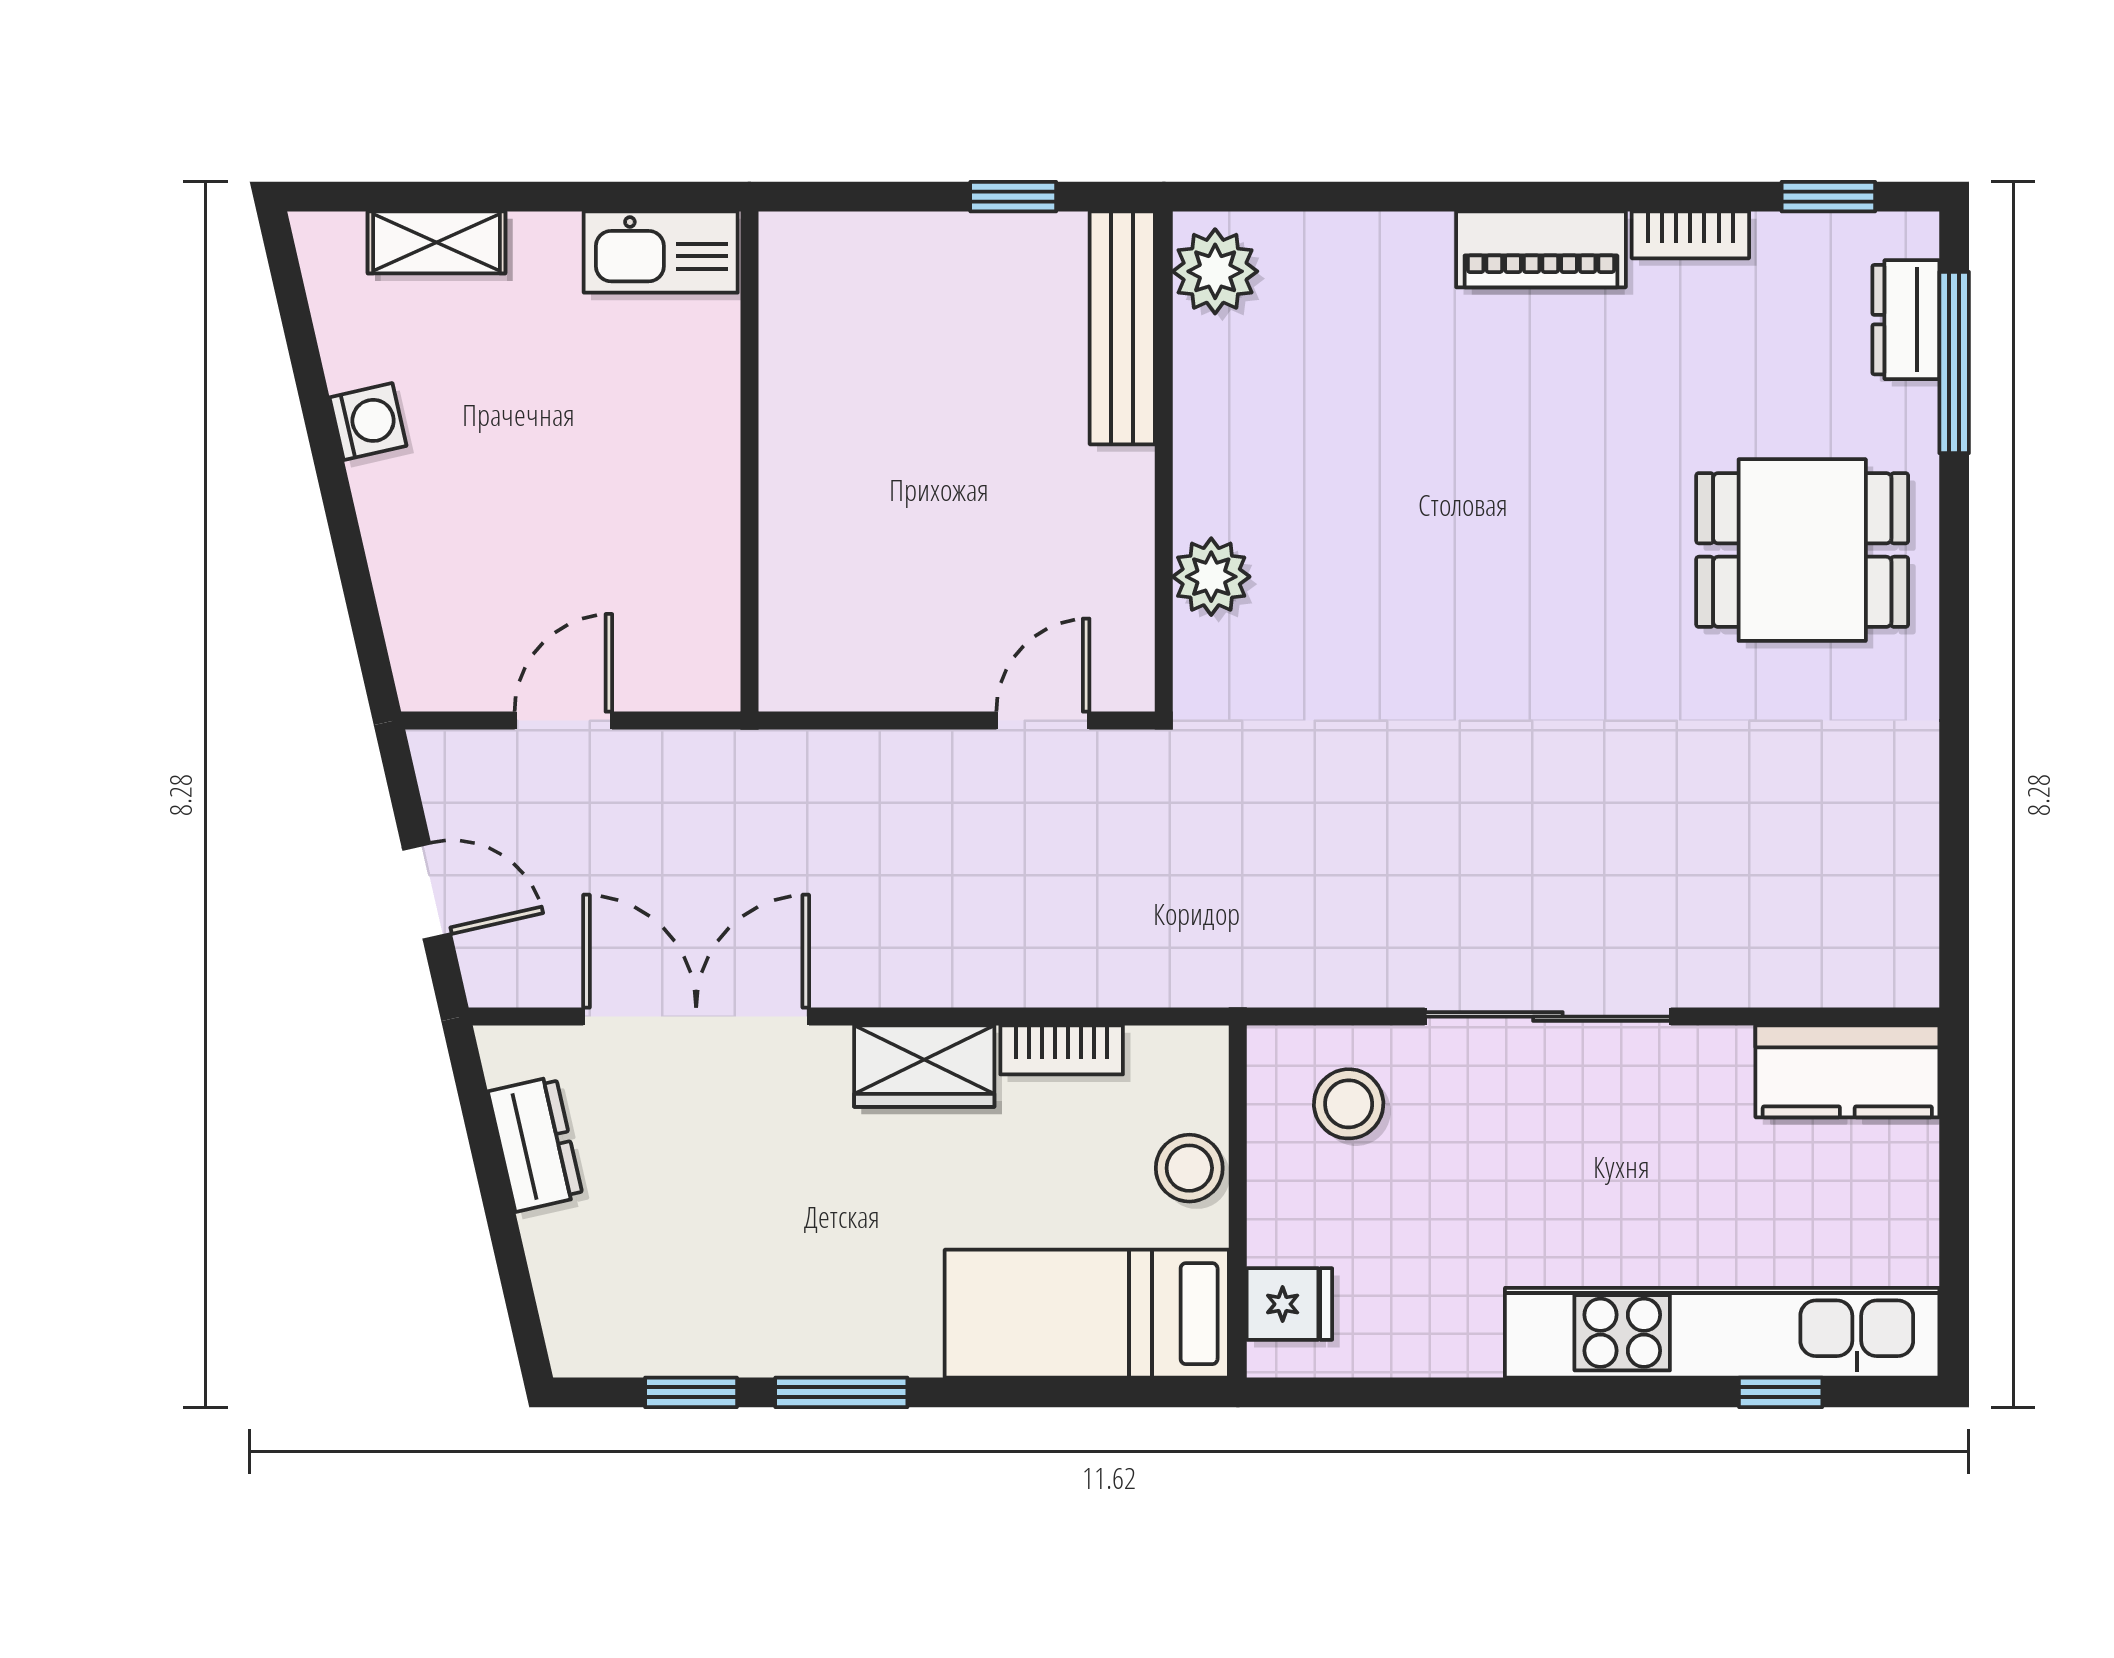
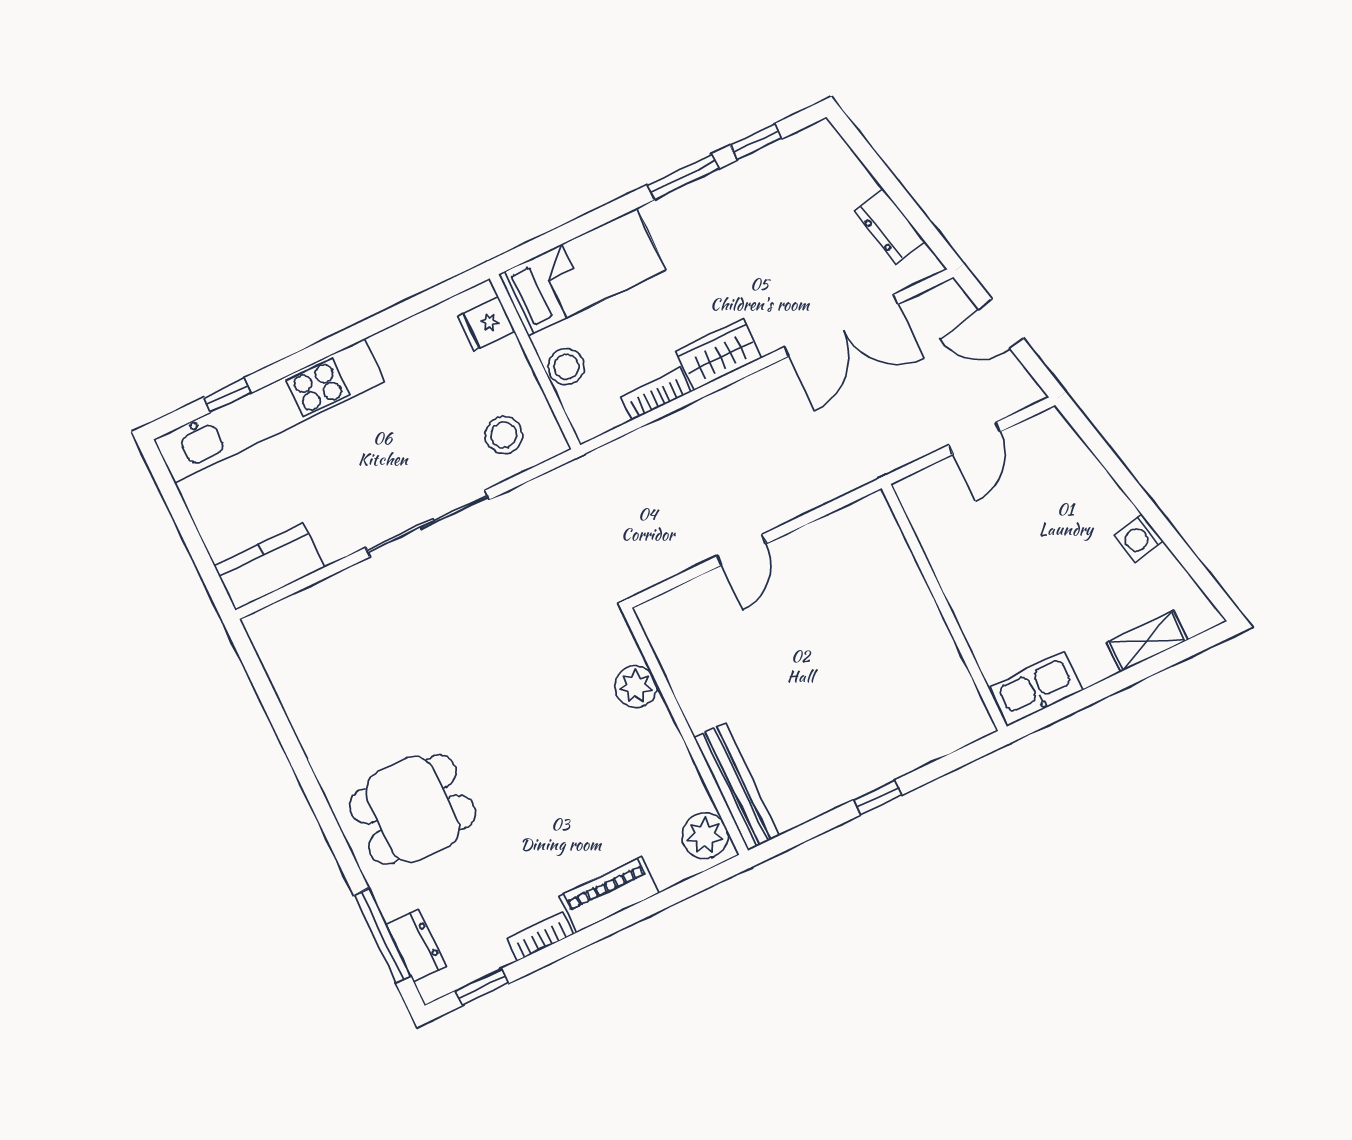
plant: (1215, 271) -> (705, 836), moved
bench: (1122, 328) -> (737, 787), moved
wall: (1164, 462) -> (686, 731), moved
plant: (1211, 577) -> (636, 686), moved

